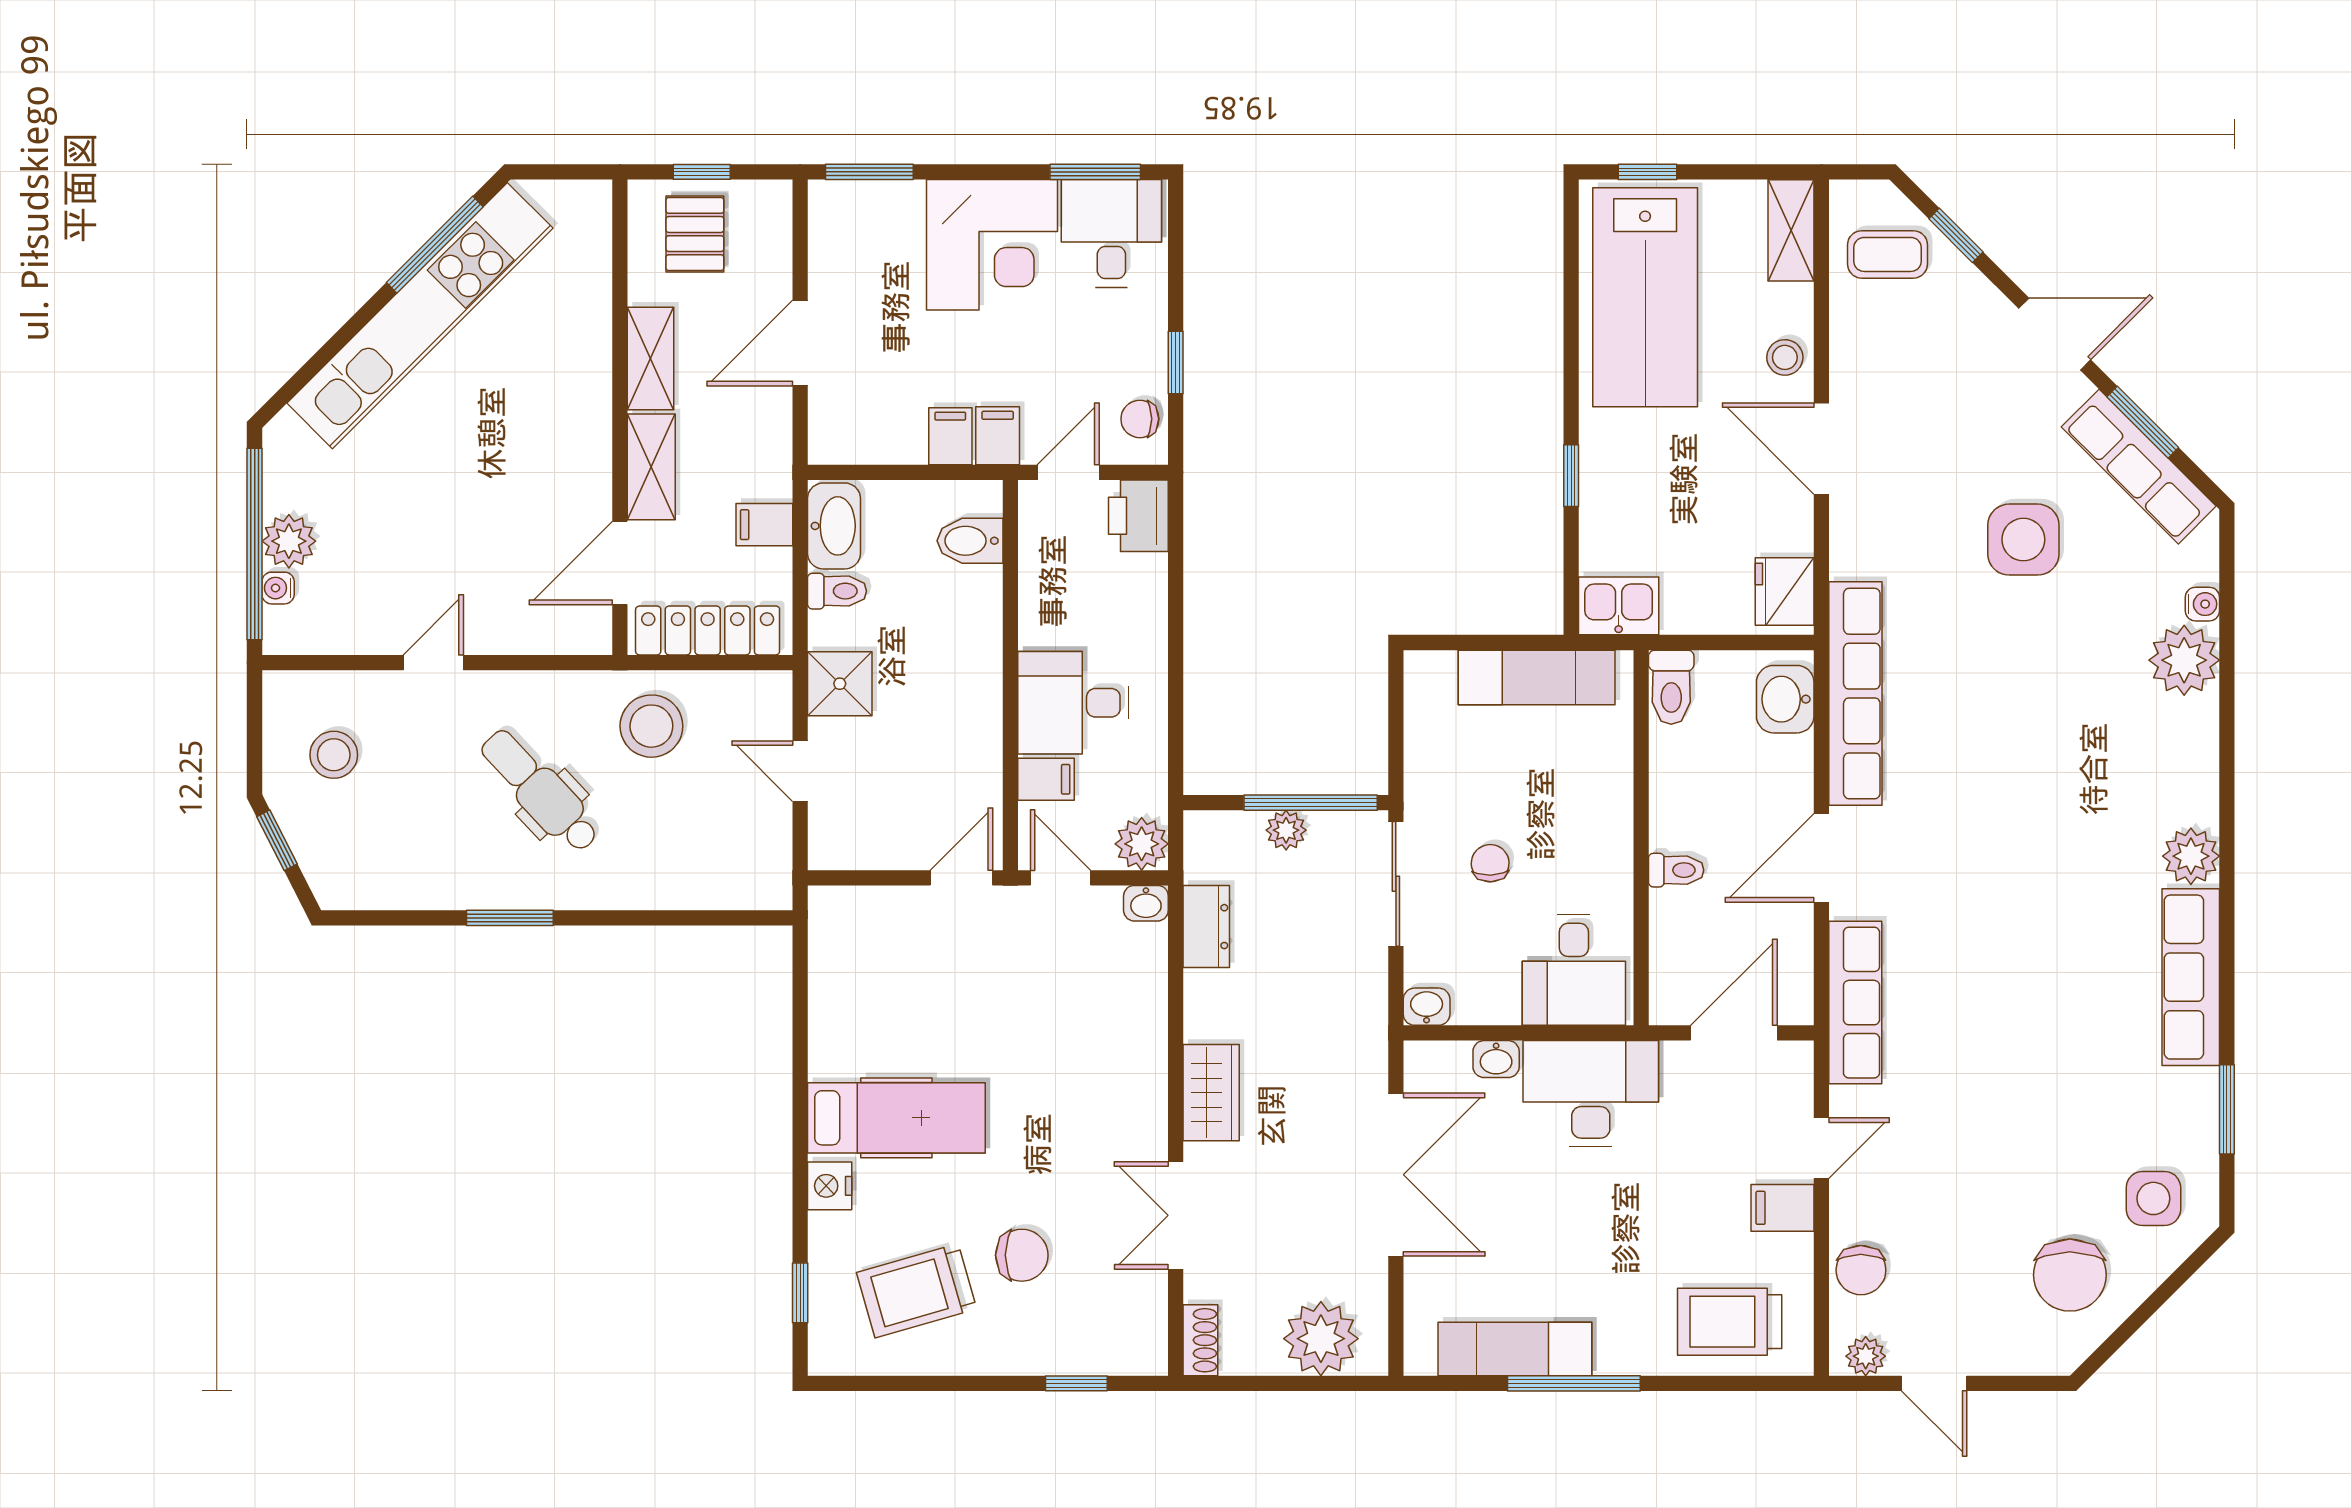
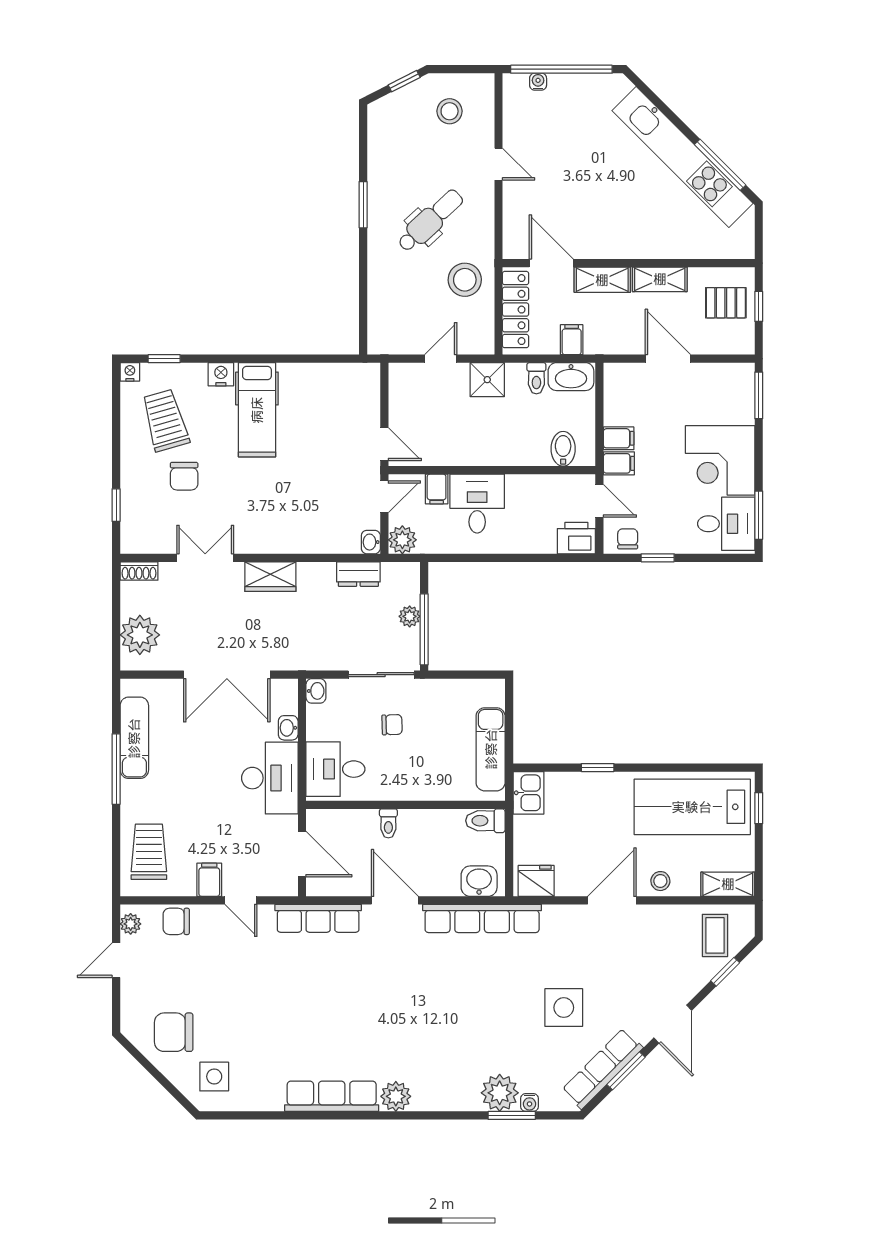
plant: (289, 541) -> (563, 87), removed
window: (2227, 1109) -> (512, 1115), moved
nightstand: (825, 1357) -> (130, 372), added

